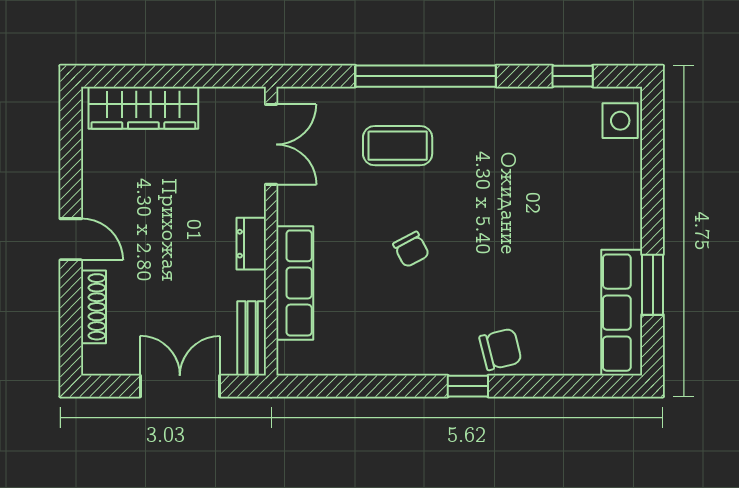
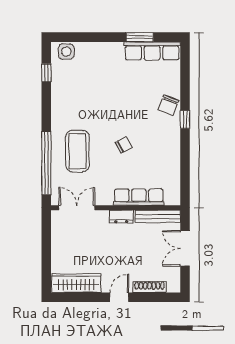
window: (426, 76) -> (46, 163), moved
wardrobe: (143, 108) -> (76, 283), moved, turned -90
coffee table: (398, 146) -> (77, 151), width x1.36, depth x1.32
bench: (252, 338) -> (158, 216), width x1.36
chair: (501, 349) -> (168, 105), turned -144

